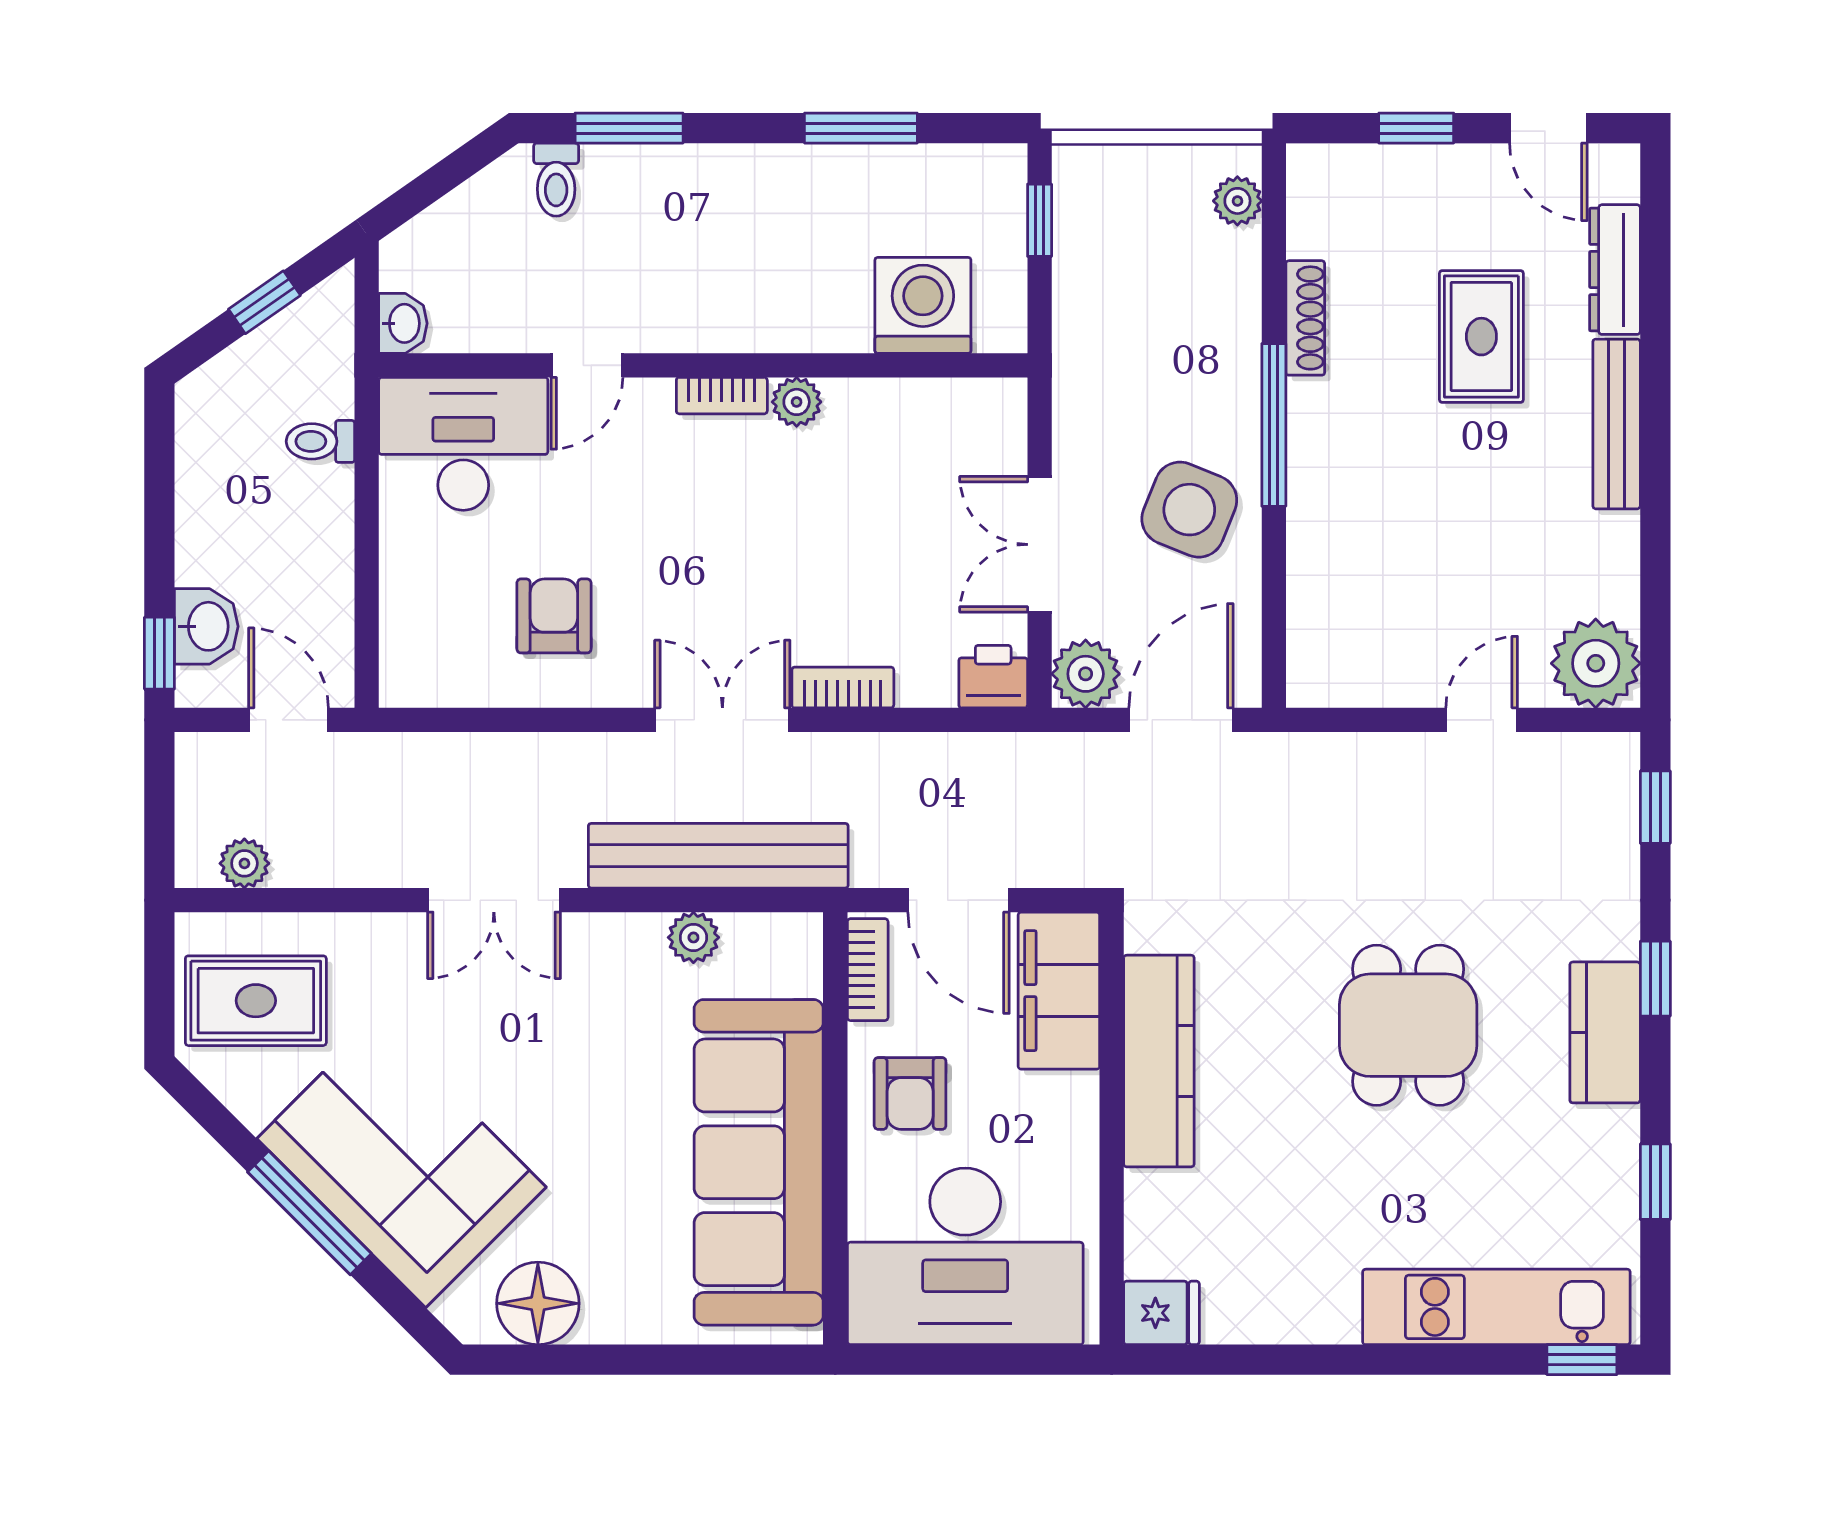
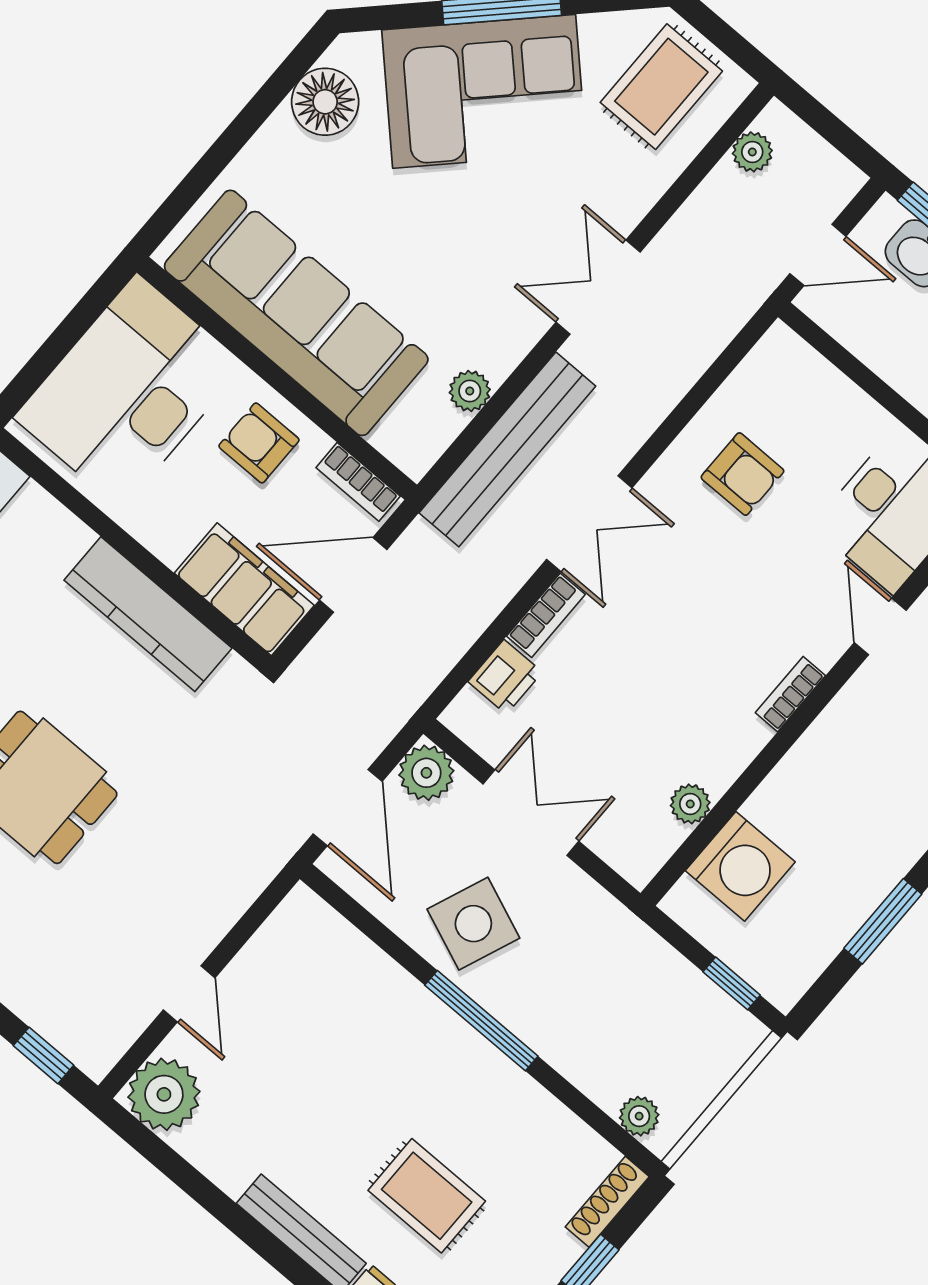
shoe rack: (1305, 318) -> (607, 1202), moved, turned 90
plant: (797, 402) -> (690, 804), moved
printer: (993, 677) -> (505, 677), moved

